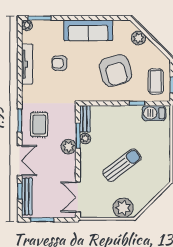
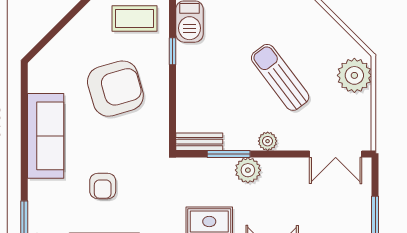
plant: (138, 38) -> (59, 49), removed
plant: (85, 138) -> (268, 141), moved

